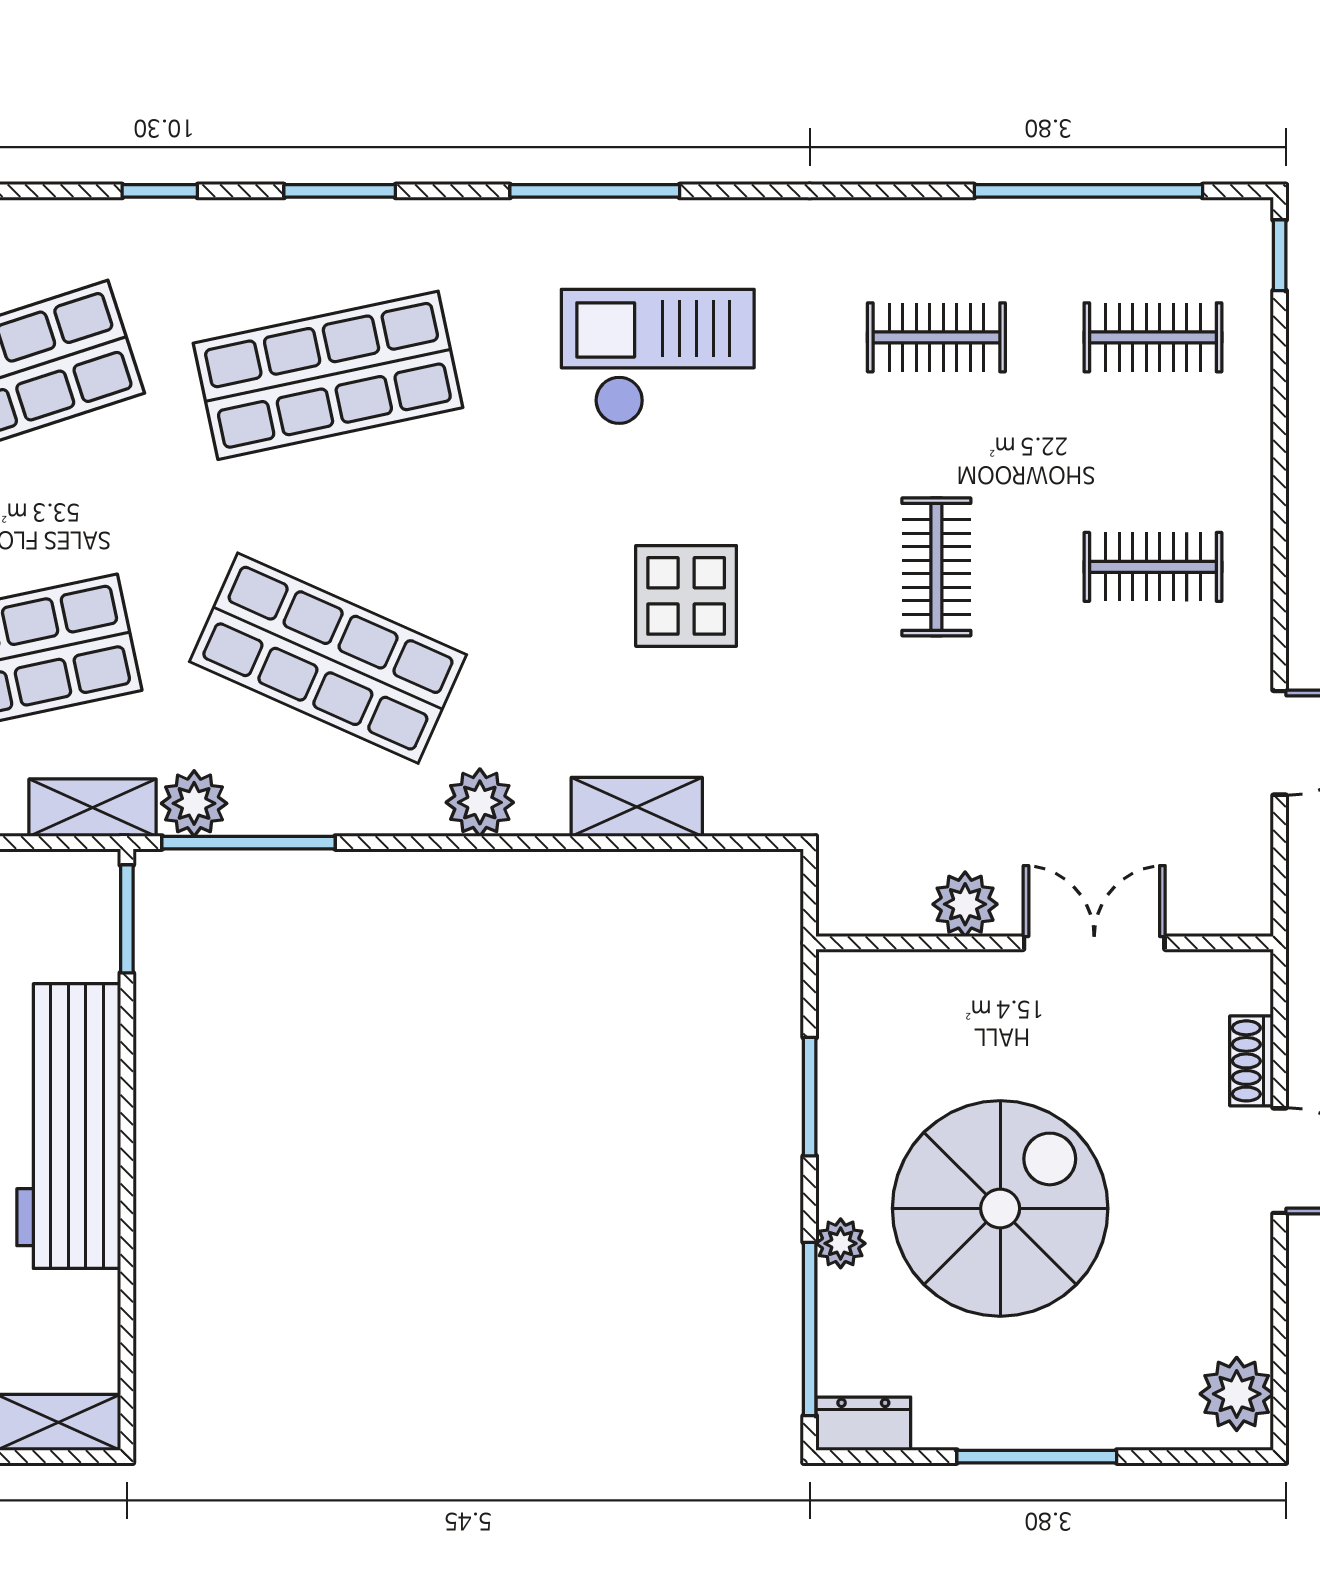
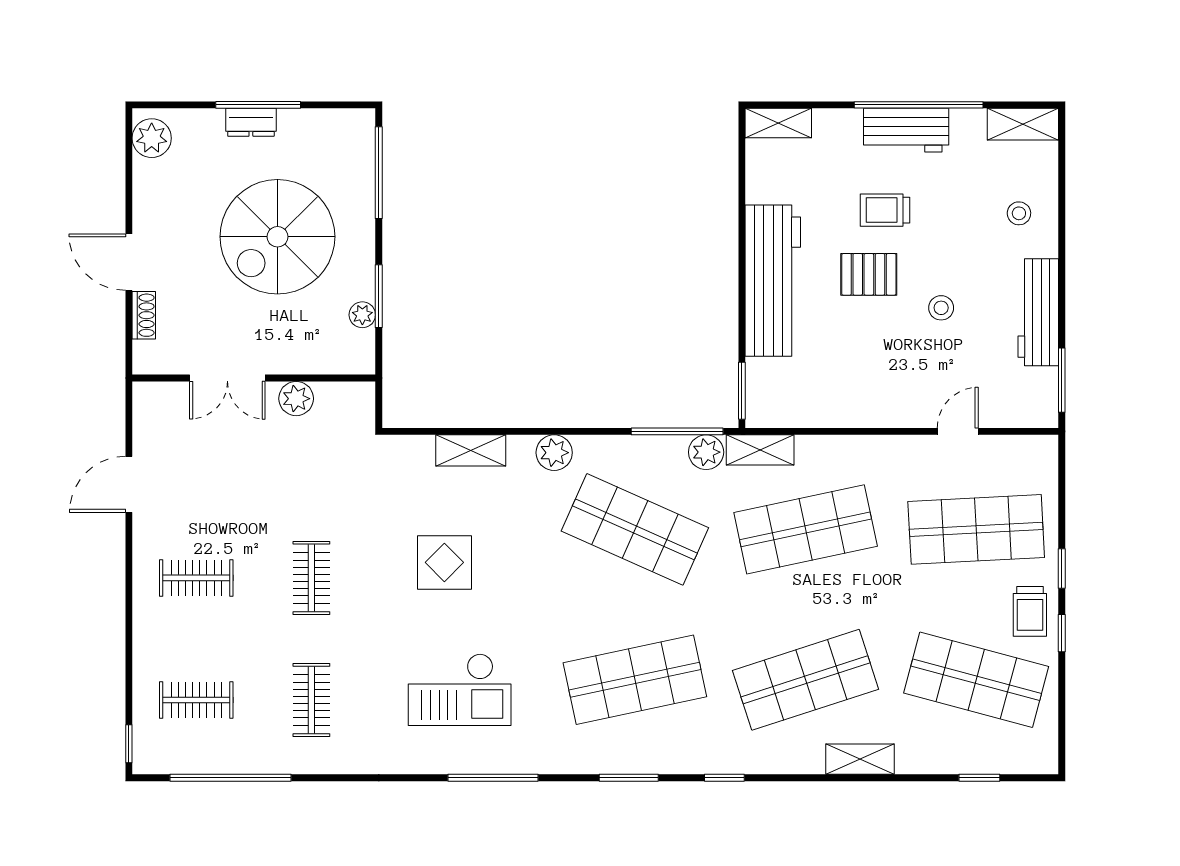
clothes rail: (936, 337) -> (311, 700), turned 90
plant: (841, 1243) -> (362, 315), moved
dresser: (863, 1424) -> (251, 122), moved

